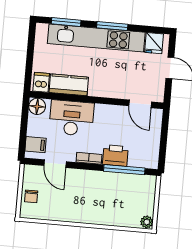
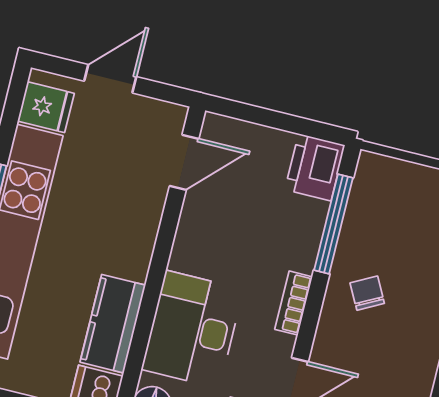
printer: (115, 156) -> (315, 167), moved
chair: (98, 188) -> (367, 293), added

